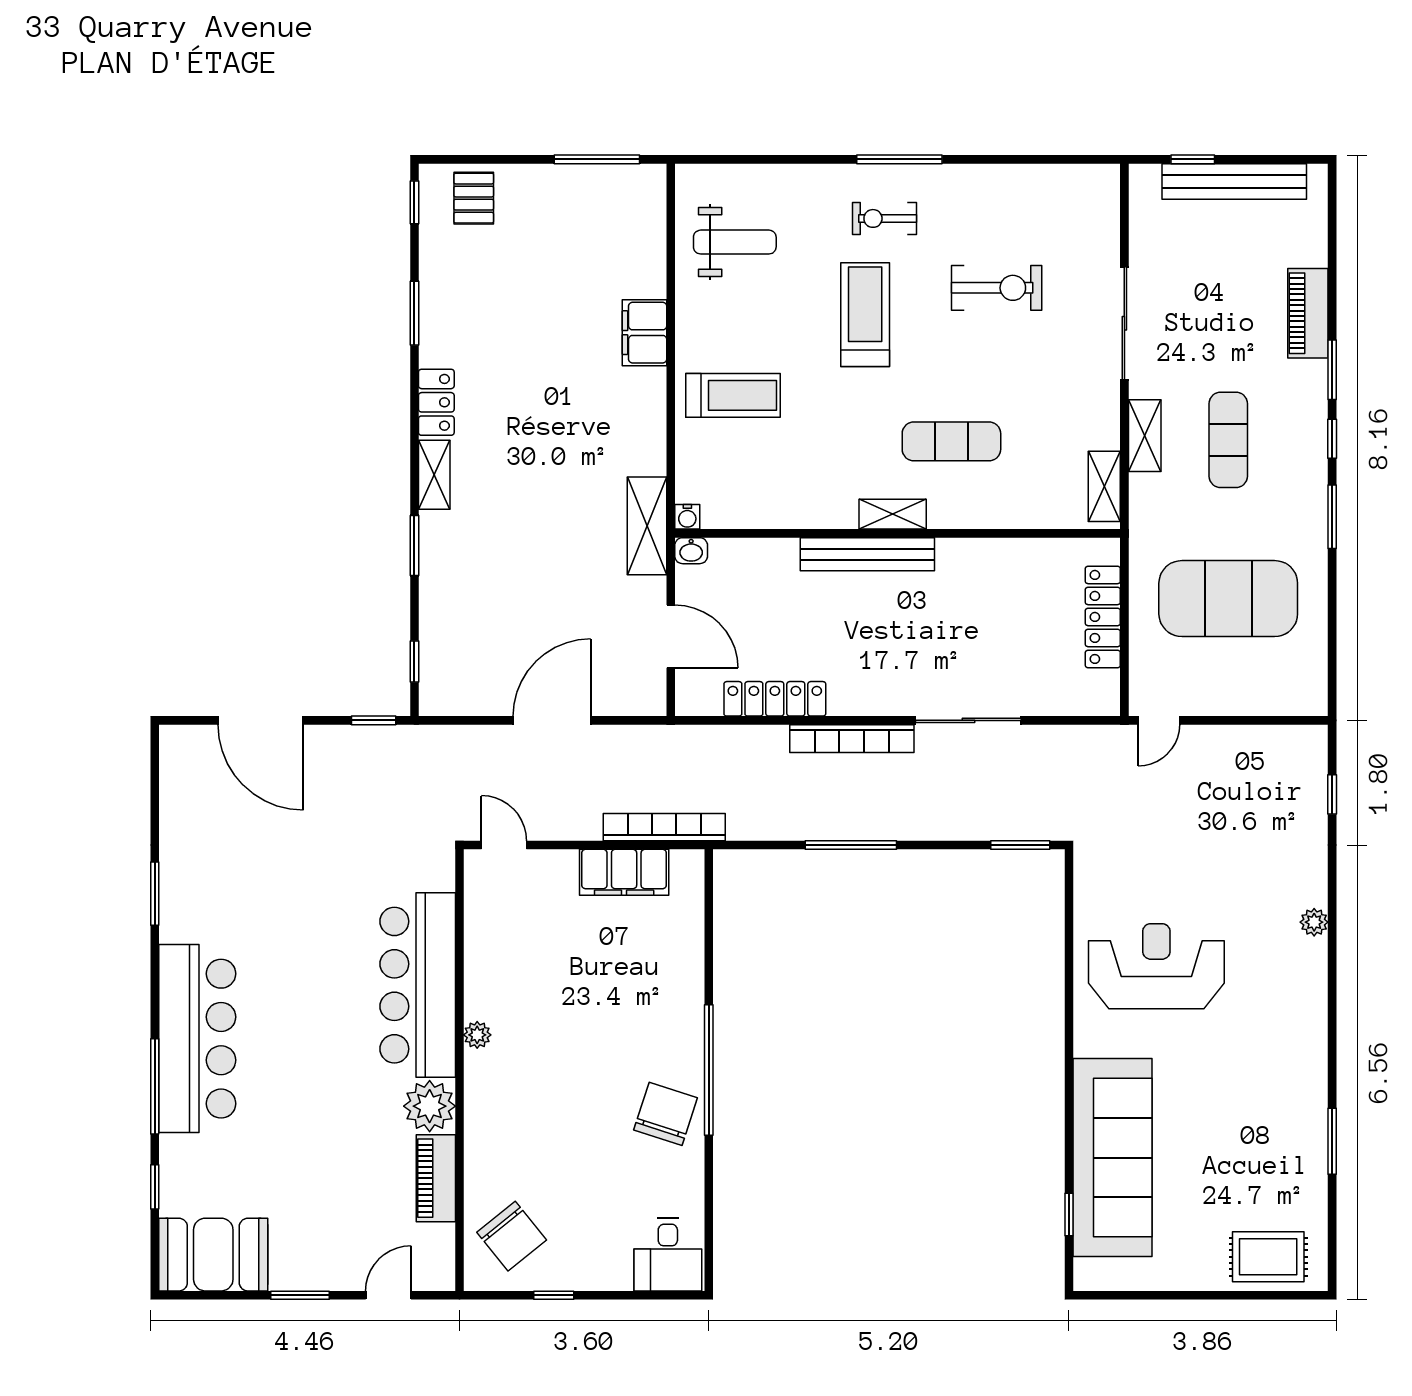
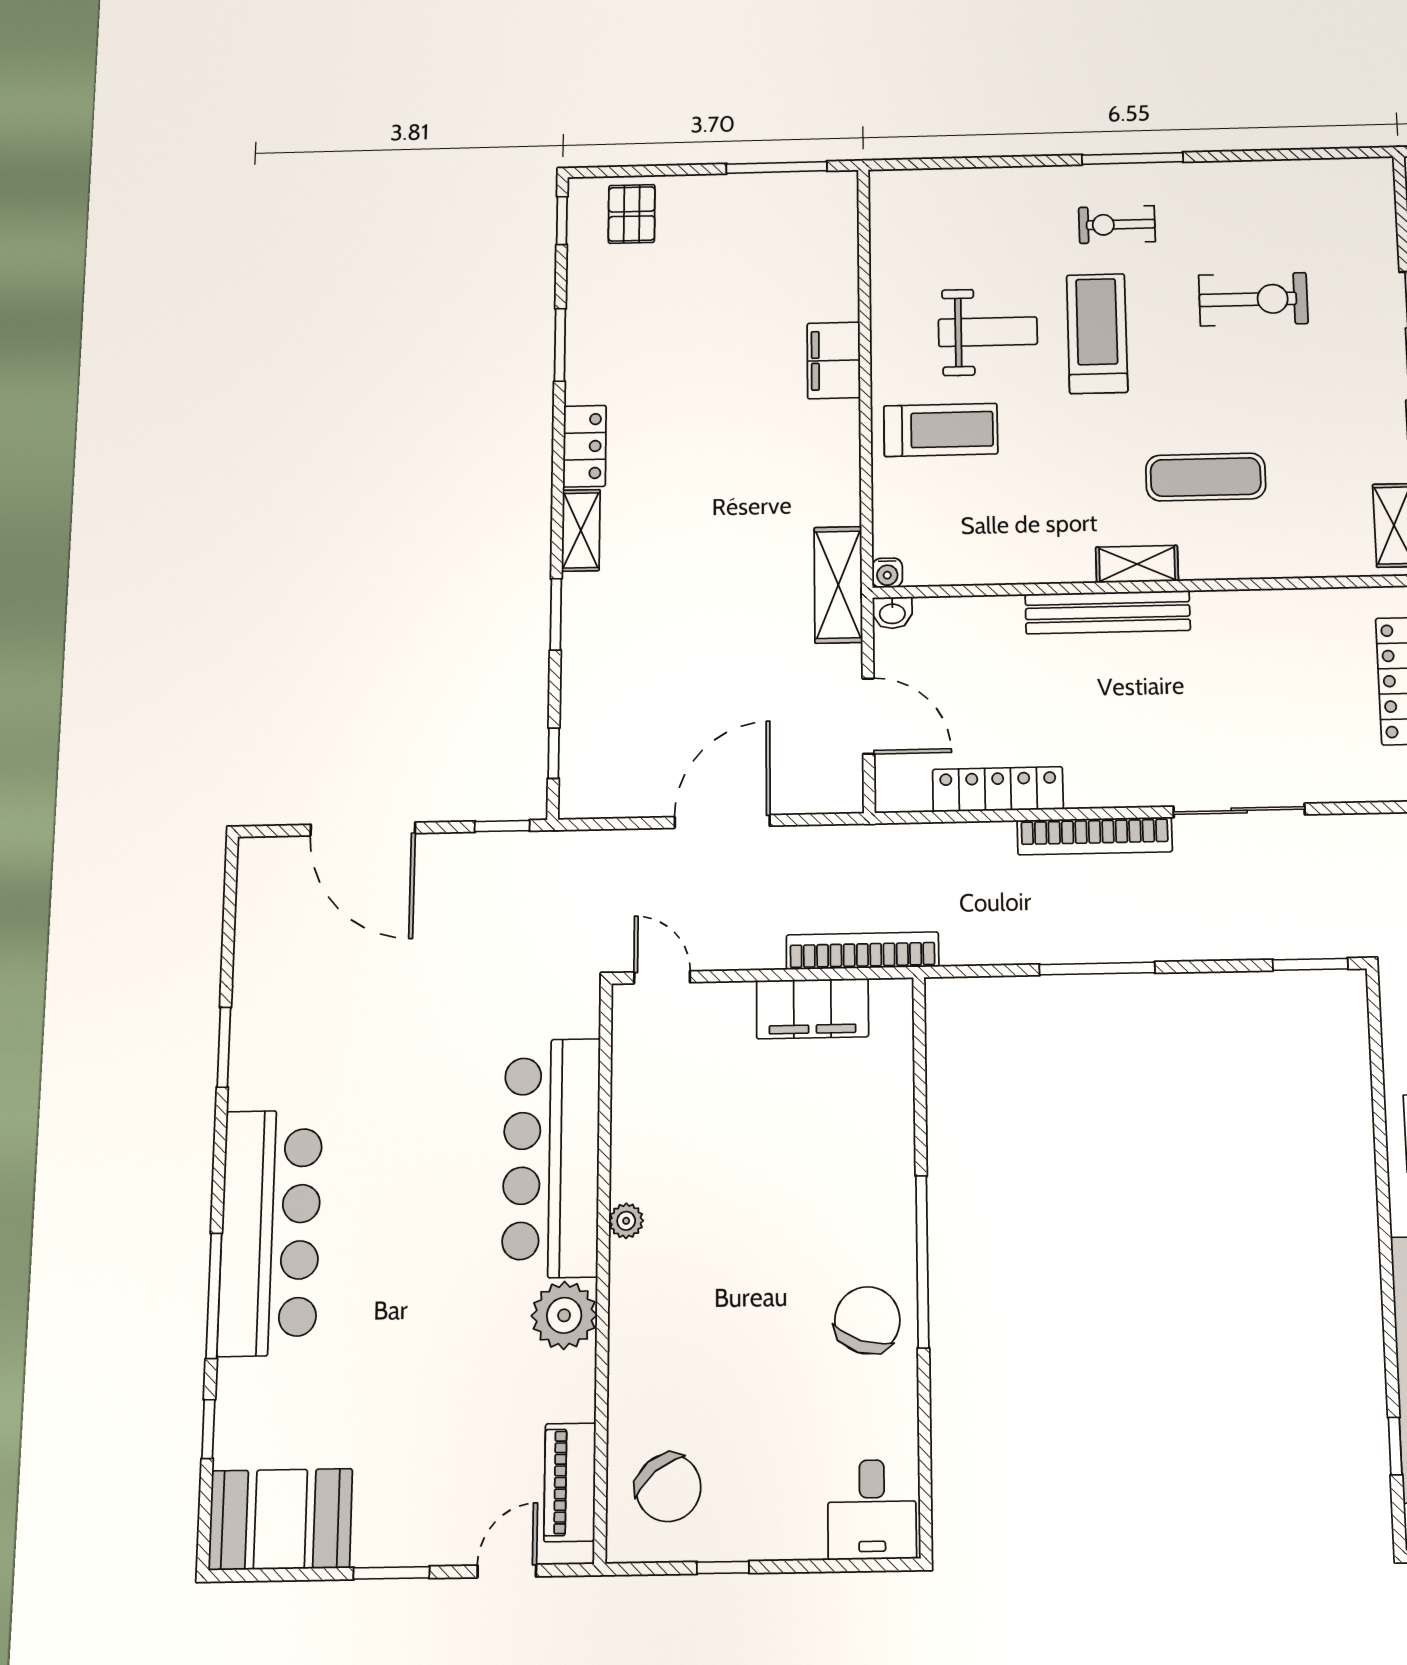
weight bench: (735, 242) -> (988, 332), moved
piano: (436, 1178) -> (570, 1482), moved

